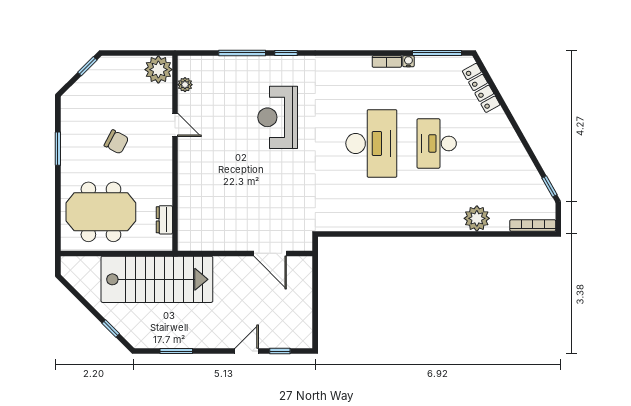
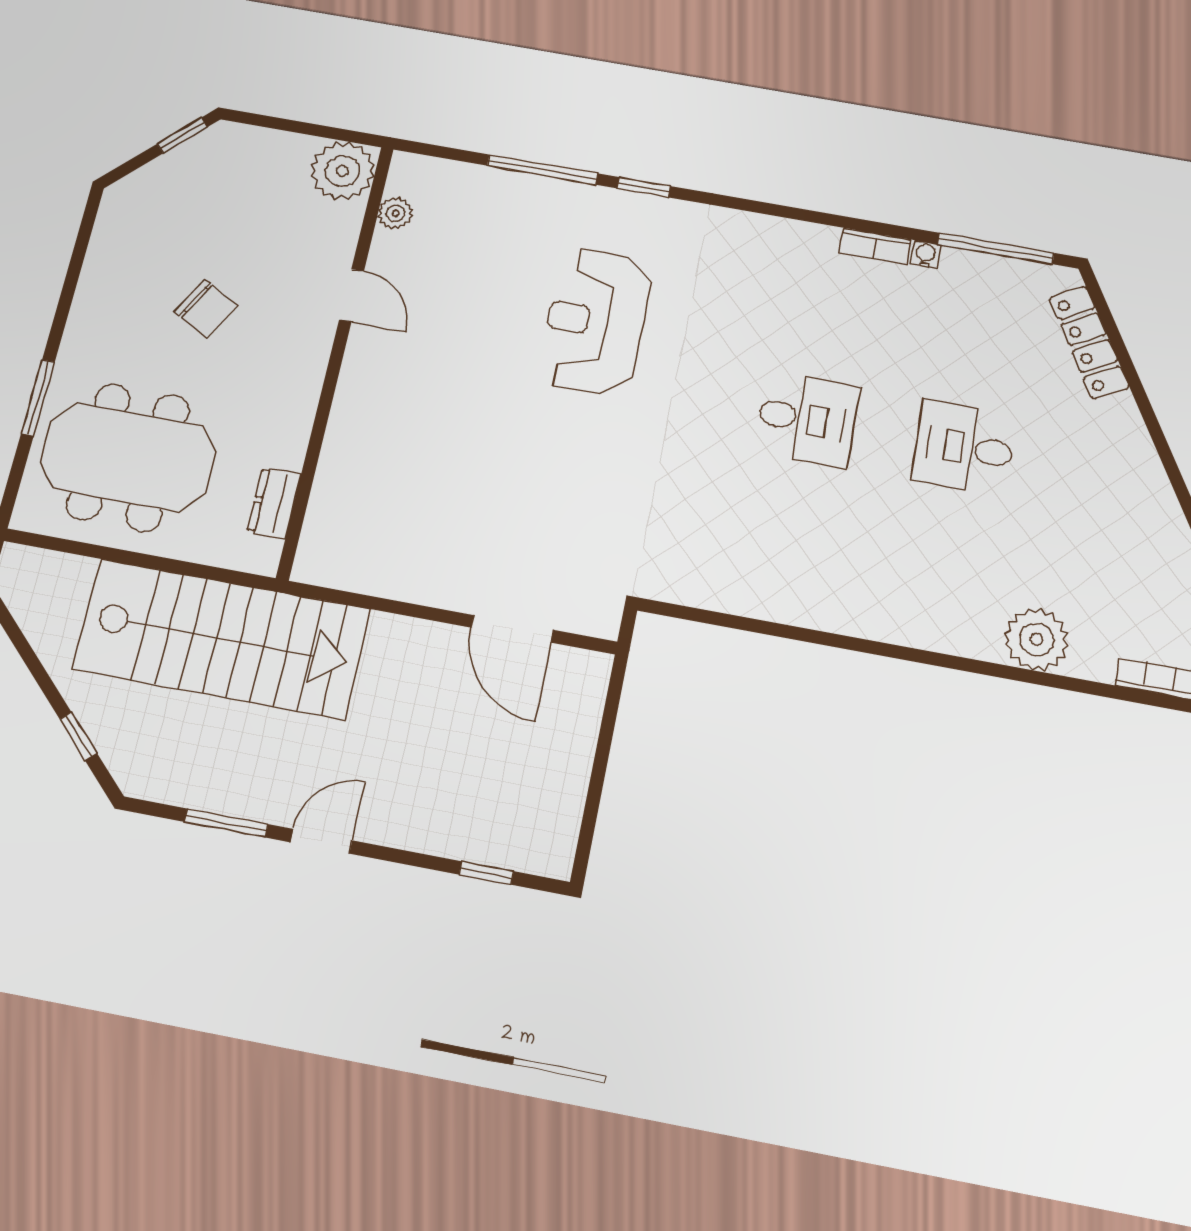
desk: (371, 143) -> (807, 419), width x0.53, depth x0.77
desk: (437, 143) -> (964, 448), width x0.73
window: (58, 149) -> (38, 398), moved
door: (247, 351) -> (321, 841), moved

